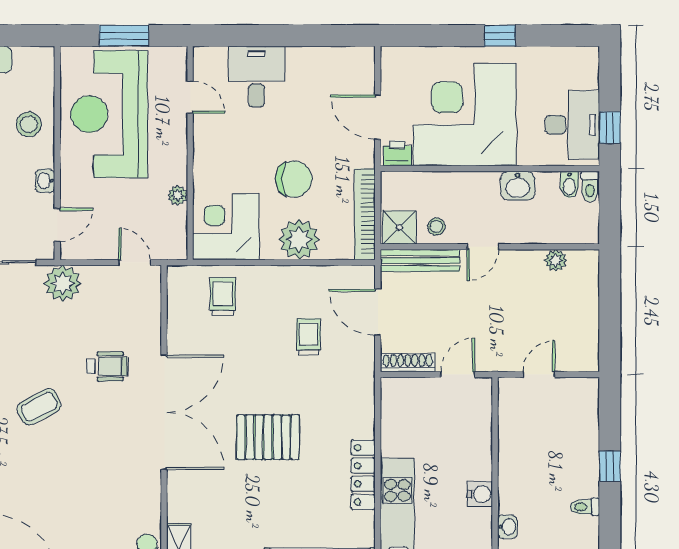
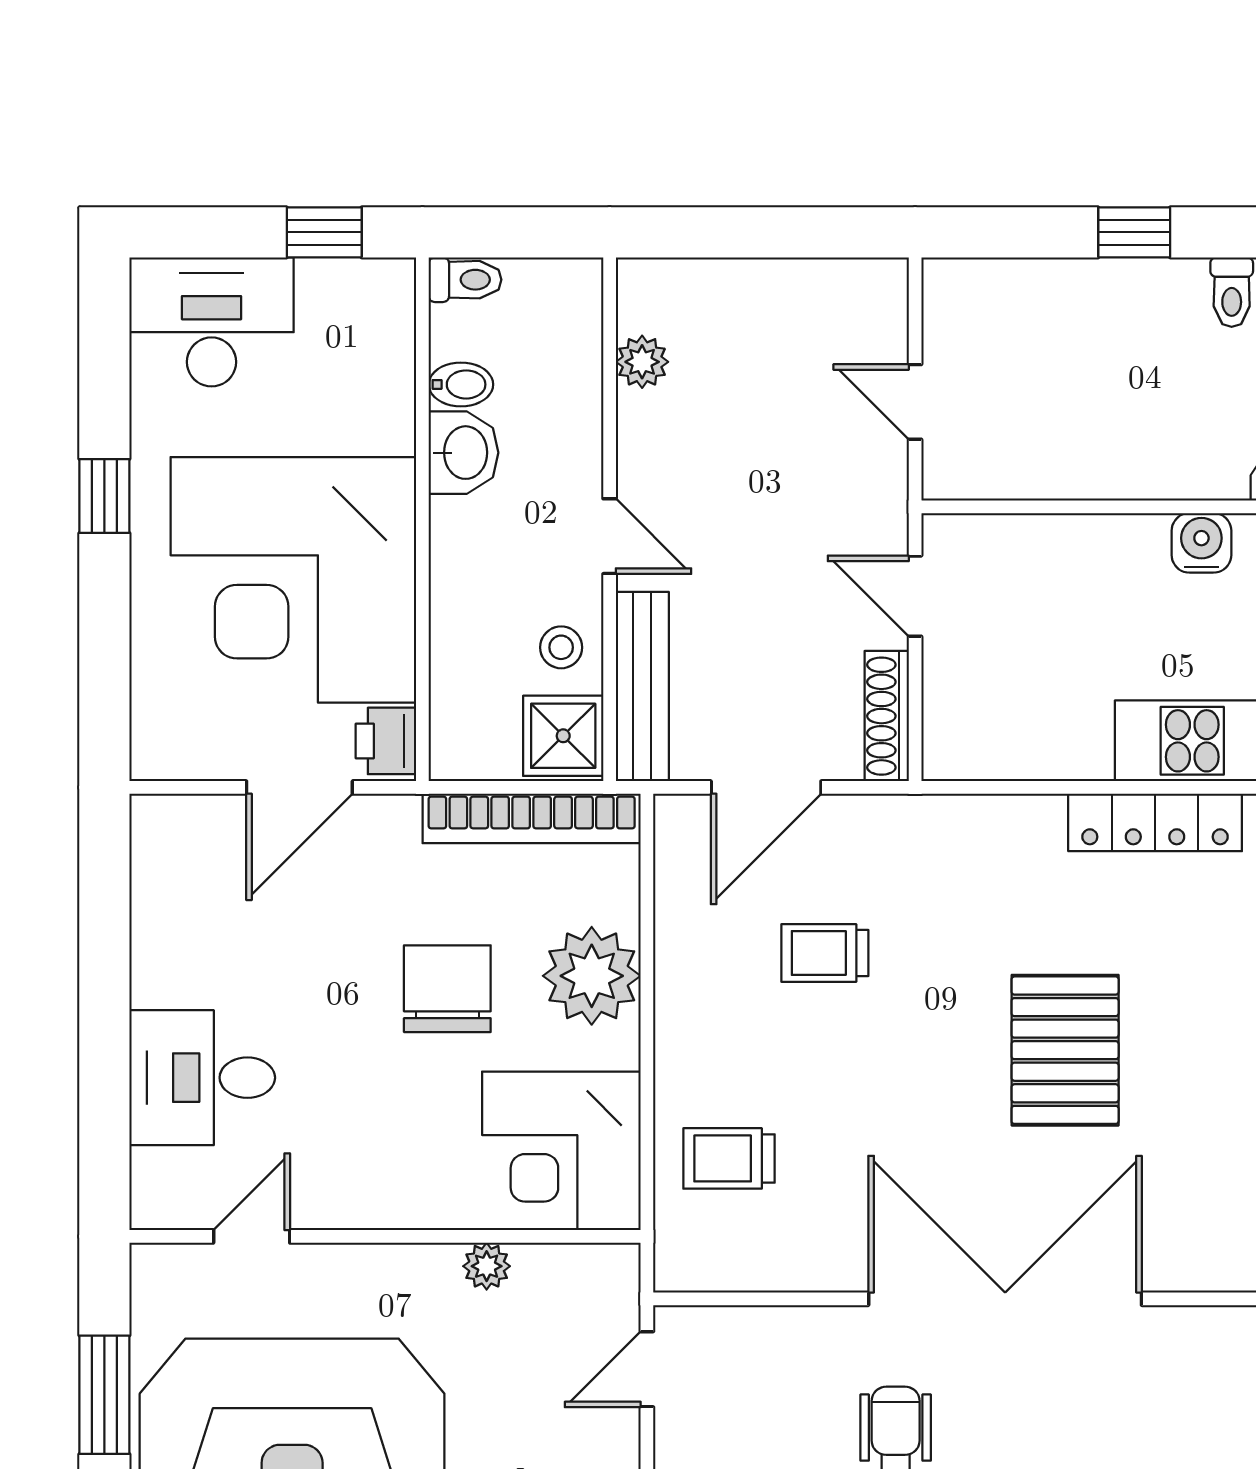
desk: (572, 125) -> (211, 322), moved
bidet: (569, 185) -> (461, 384), moved

